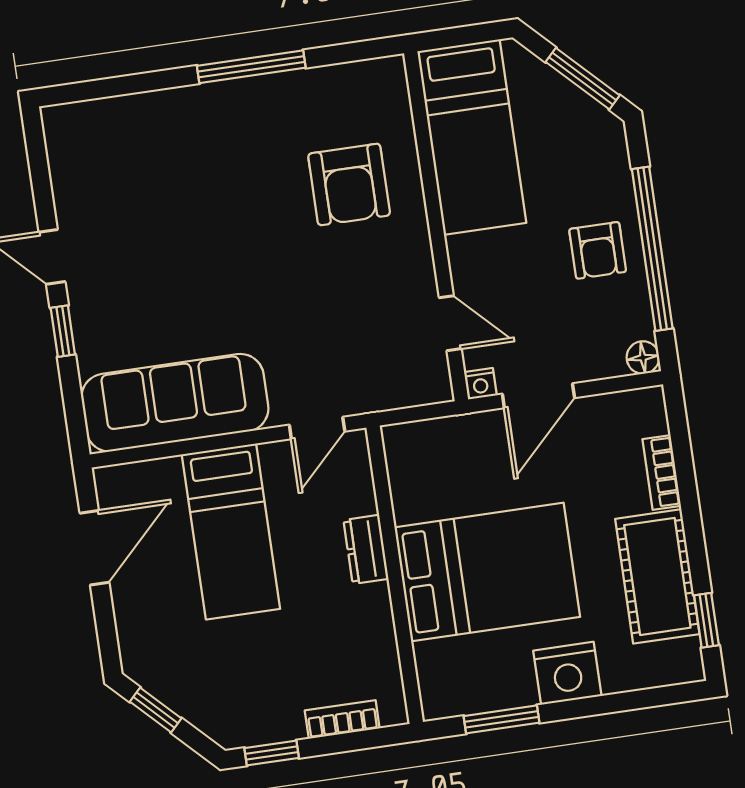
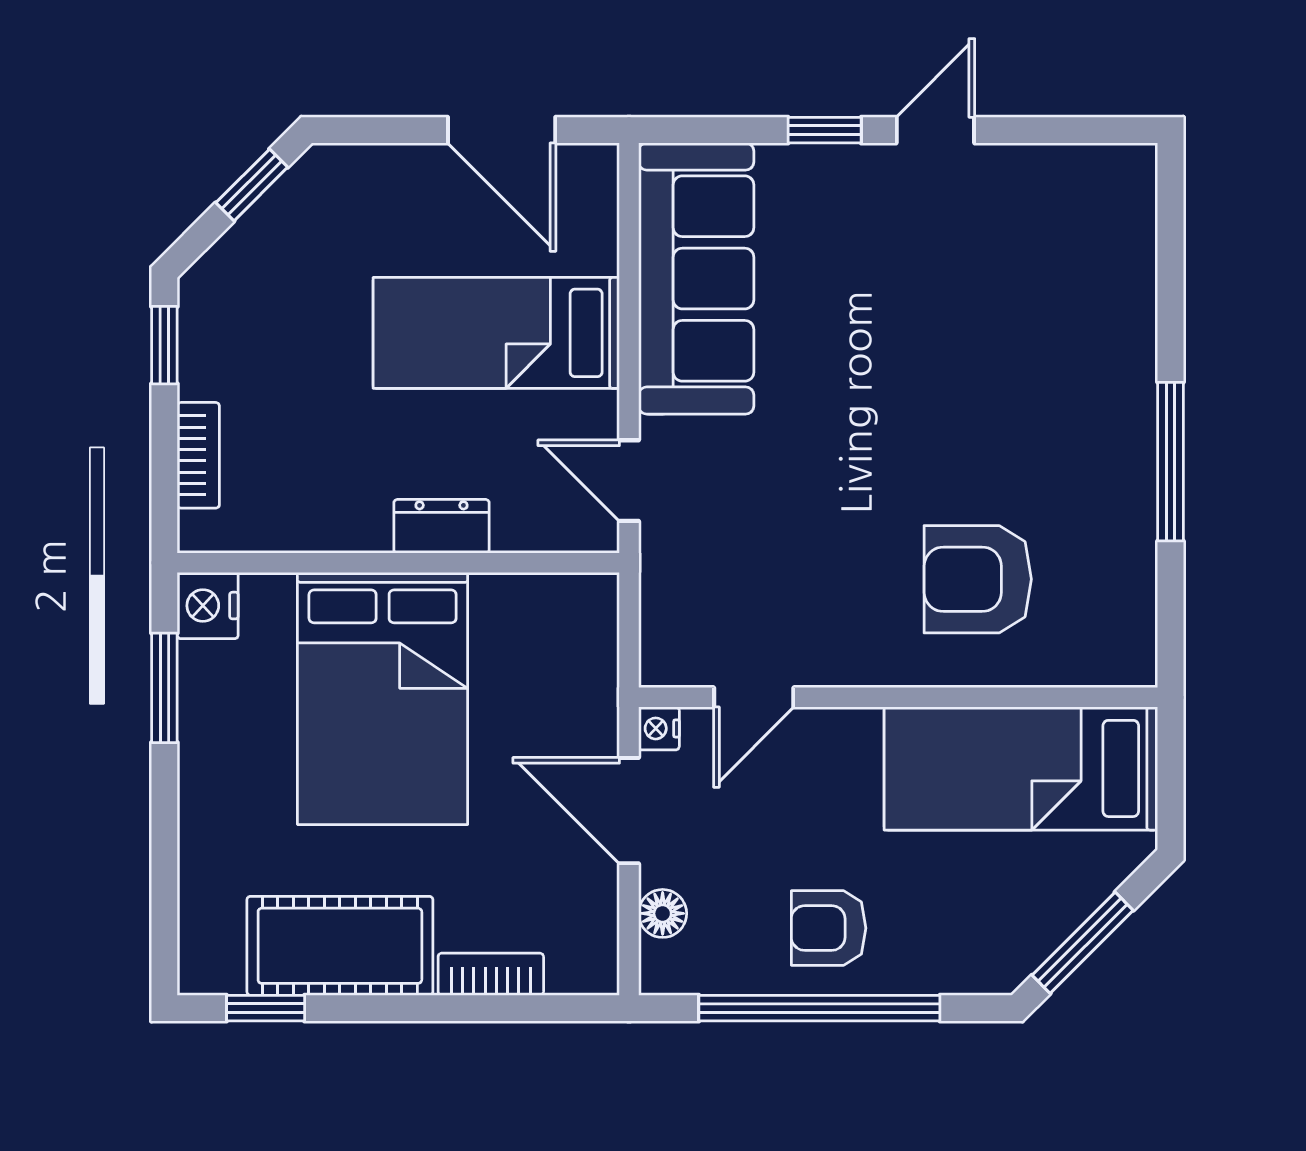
floor lamp: (643, 358) -> (663, 913), moved
nightstand: (567, 673) -> (208, 606), moved, width x0.74, depth x0.75

